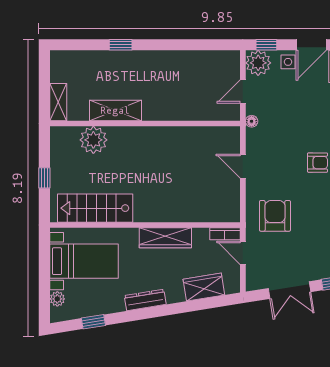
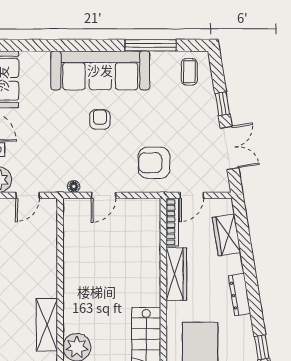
door: (243, 91) -> (28, 195), hinge flipped
floor lamp: (252, 121) -> (74, 186), moved
bookcase: (225, 234) -> (172, 222), width x1.56

